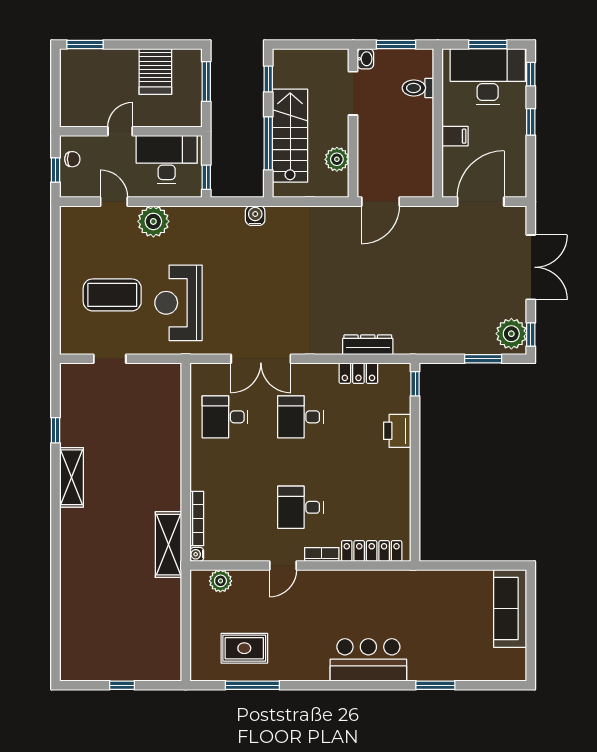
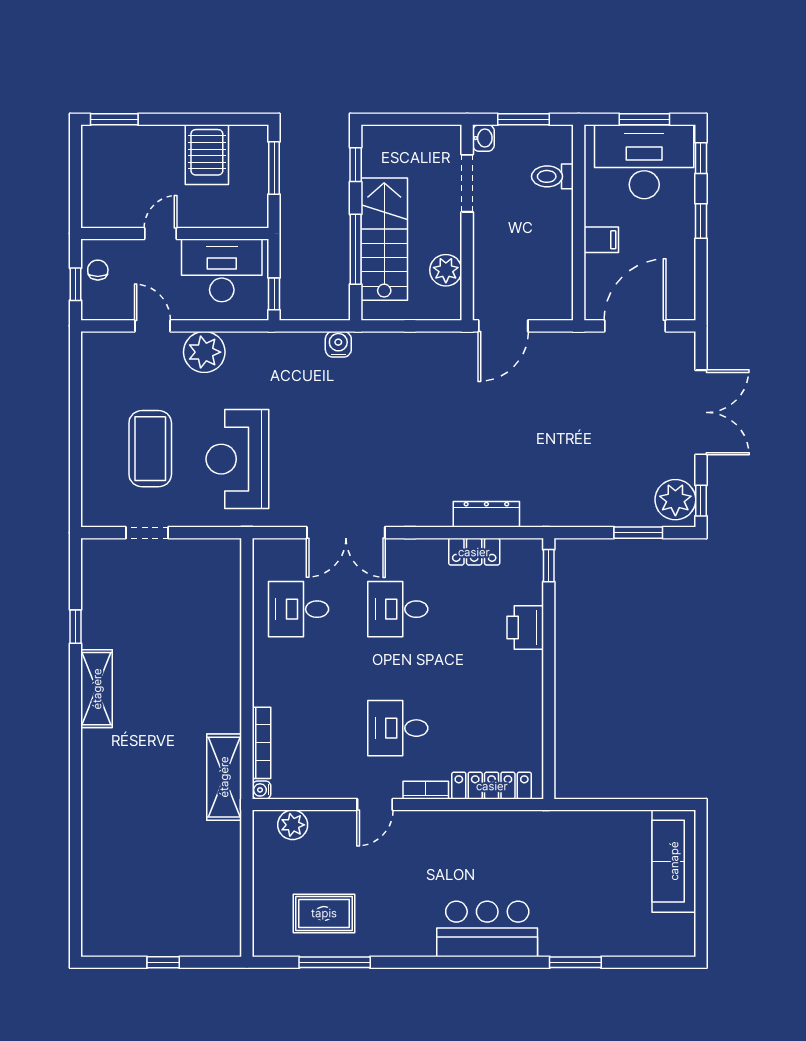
chair: (72, 159) -> (98, 270), turned -90
coffee table: (112, 295) -> (150, 449), turned 90

